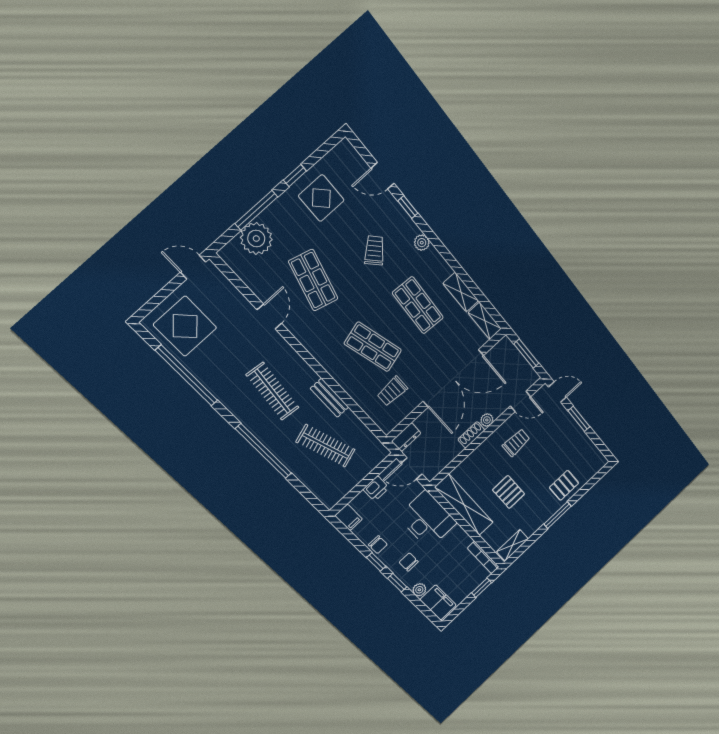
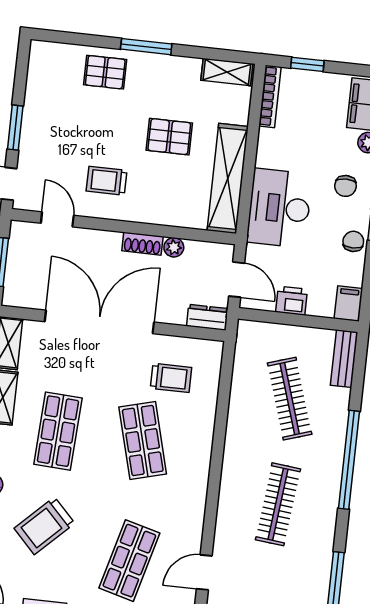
trolley: (374, 250) -> (44, 526), width x1.36, depth x1.39
bench: (330, 398) -> (344, 359), moved
plant: (487, 420) -> (174, 247), moved
pallet: (509, 492) -> (169, 137), turned 90

